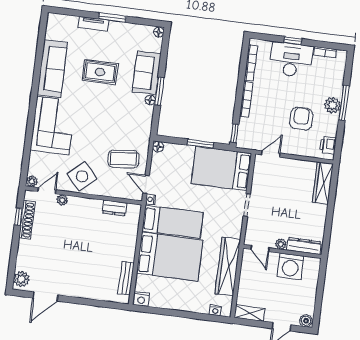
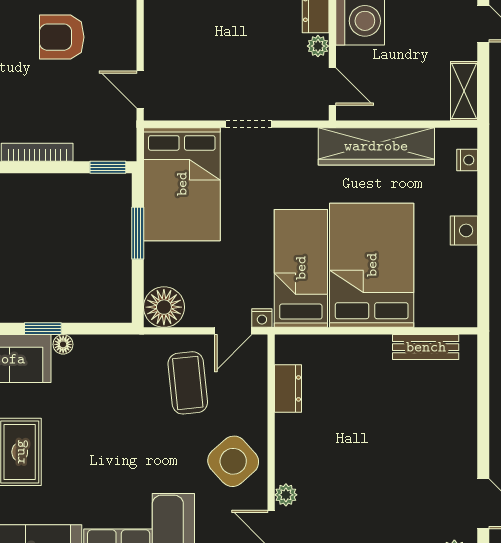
window: (159, 91) -> (43, 329), width x0.67
floor lamp: (158, 147) -> (164, 307), width x1.89, depth x1.89
door: (260, 249) -> (332, 87), hinge flipped
nightstand: (141, 299) -> (464, 230), moved

